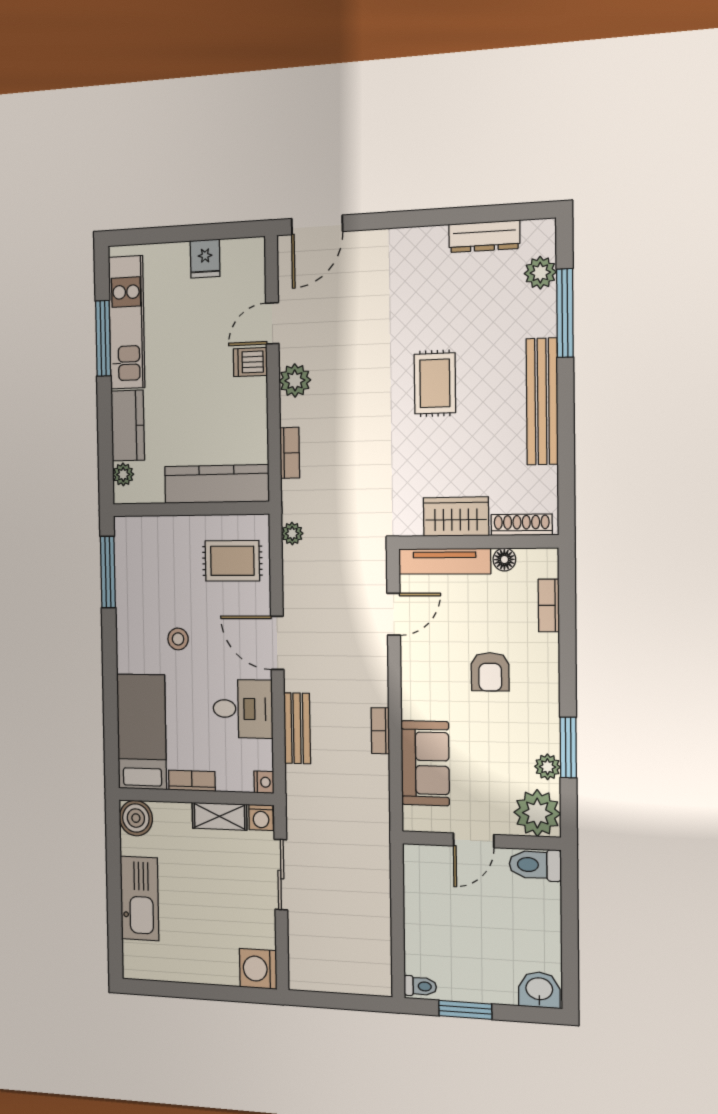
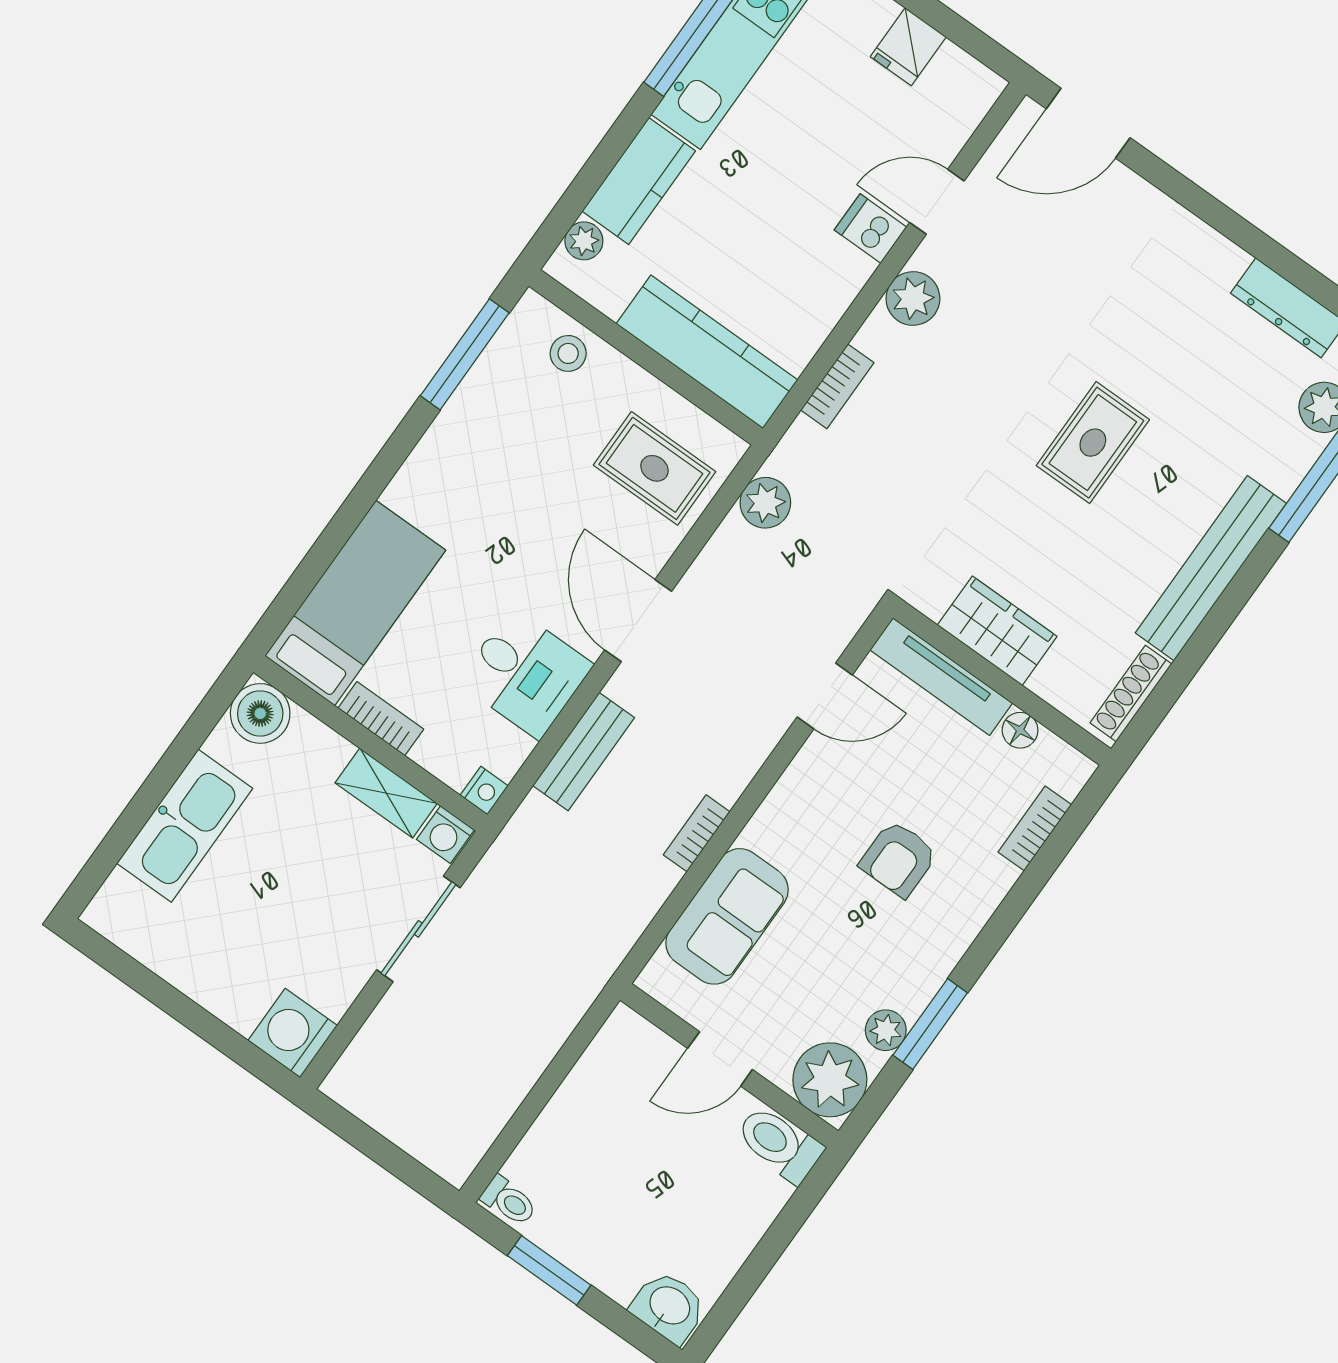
shoe rack: (522, 525) -> (1131, 693), moved, turned -90
plant: (292, 534) -> (765, 503), width x1.38, depth x1.38
stool: (178, 639) -> (568, 353), moved

